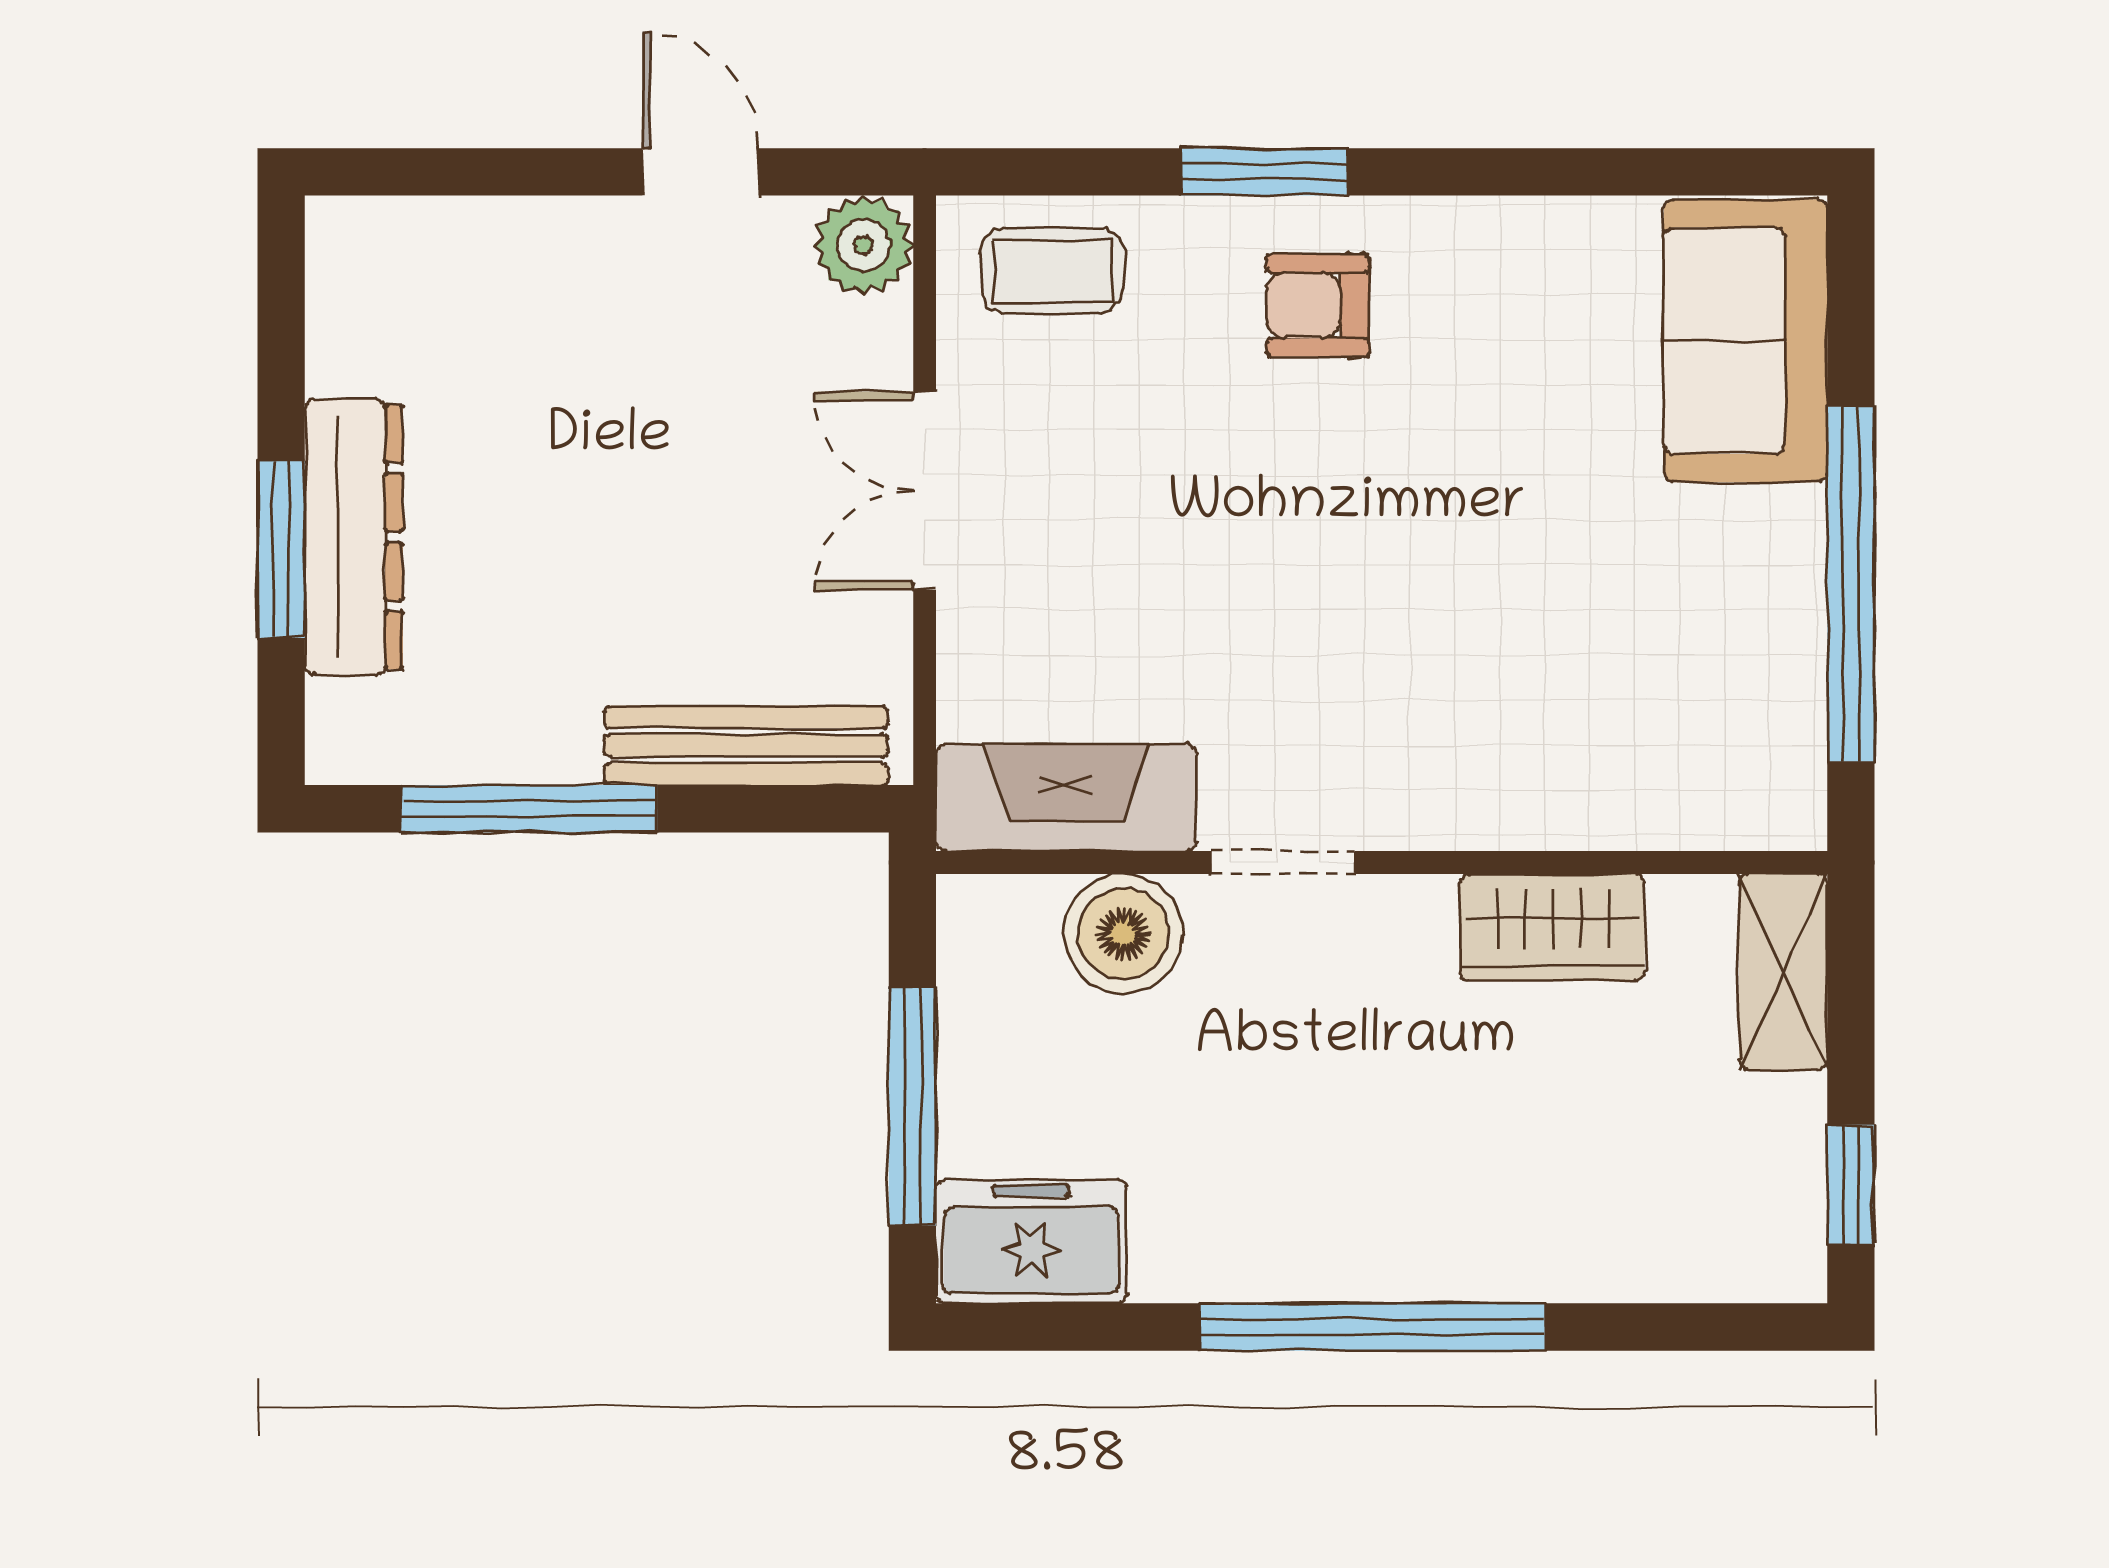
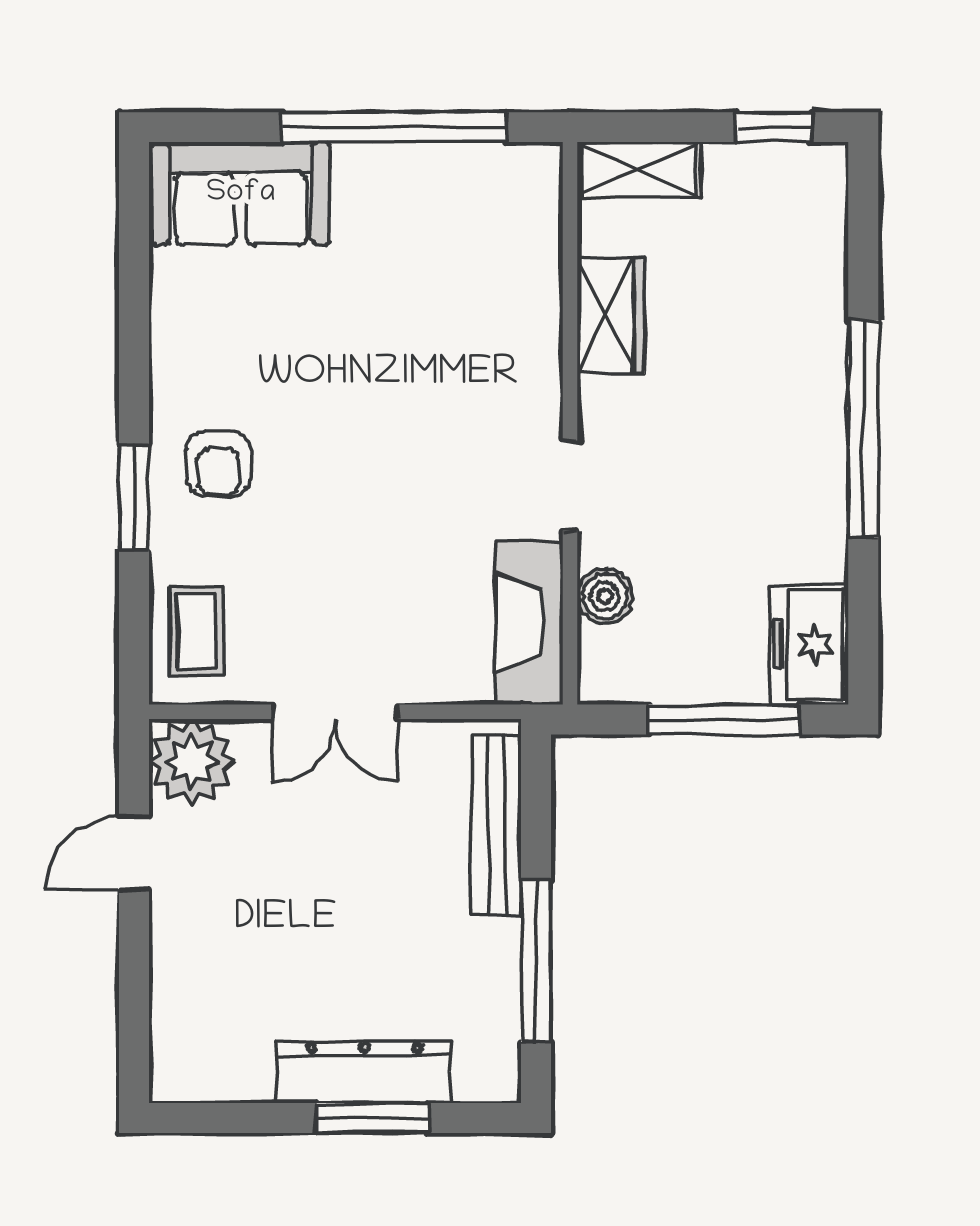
plant: (864, 245) -> (192, 762), width x1.36, depth x1.36
boiler: (1123, 934) -> (605, 596), width x0.73, depth x0.73

